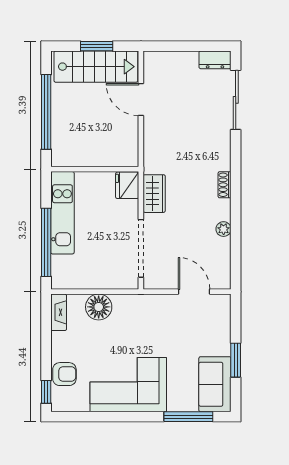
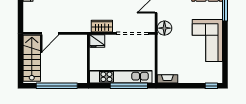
window: (97, 46) -> (20, 58), removed
kitchen unit: (62, 213) -> (121, 77), width x1.36
floor lamp: (99, 307) -> (164, 28), moved
armchair: (64, 374) -> (201, 76), removed

